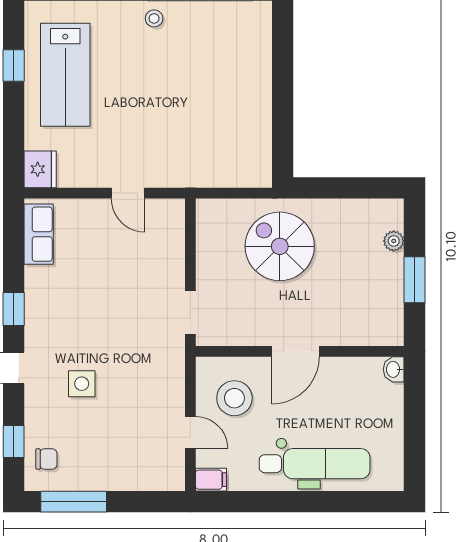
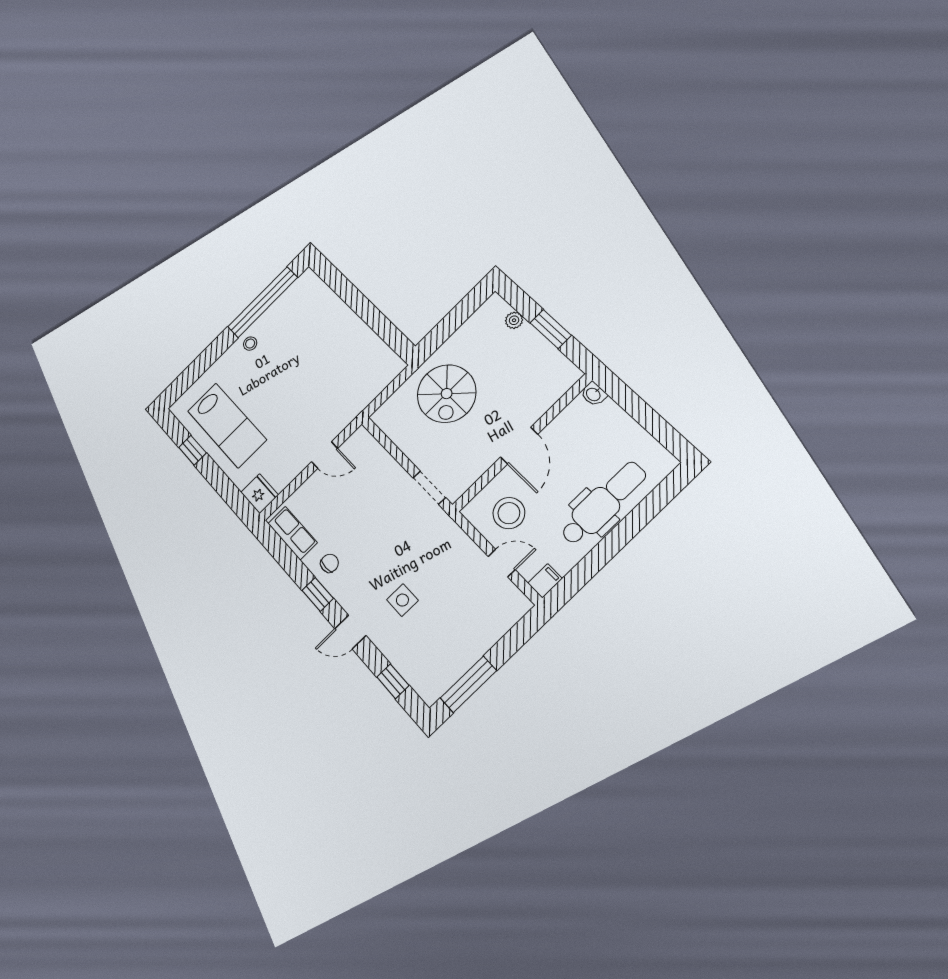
spiral stairs: (280, 246) -> (447, 394), turned -90
chair: (46, 459) -> (330, 563), moved

